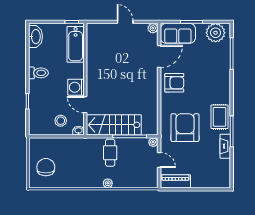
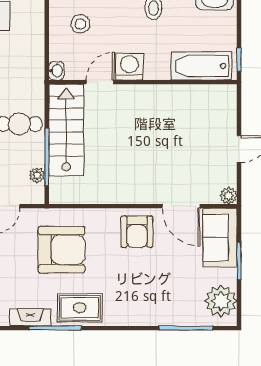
stool: (61, 121) -> (80, 24), moved
plant: (153, 142) -> (37, 175), moved

